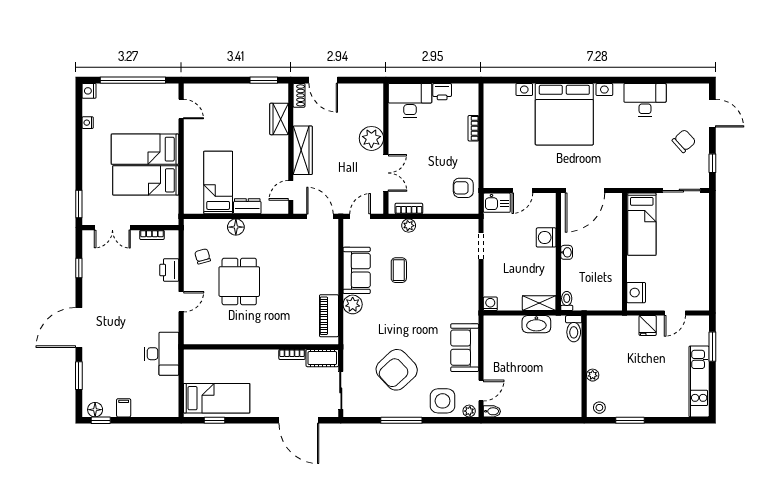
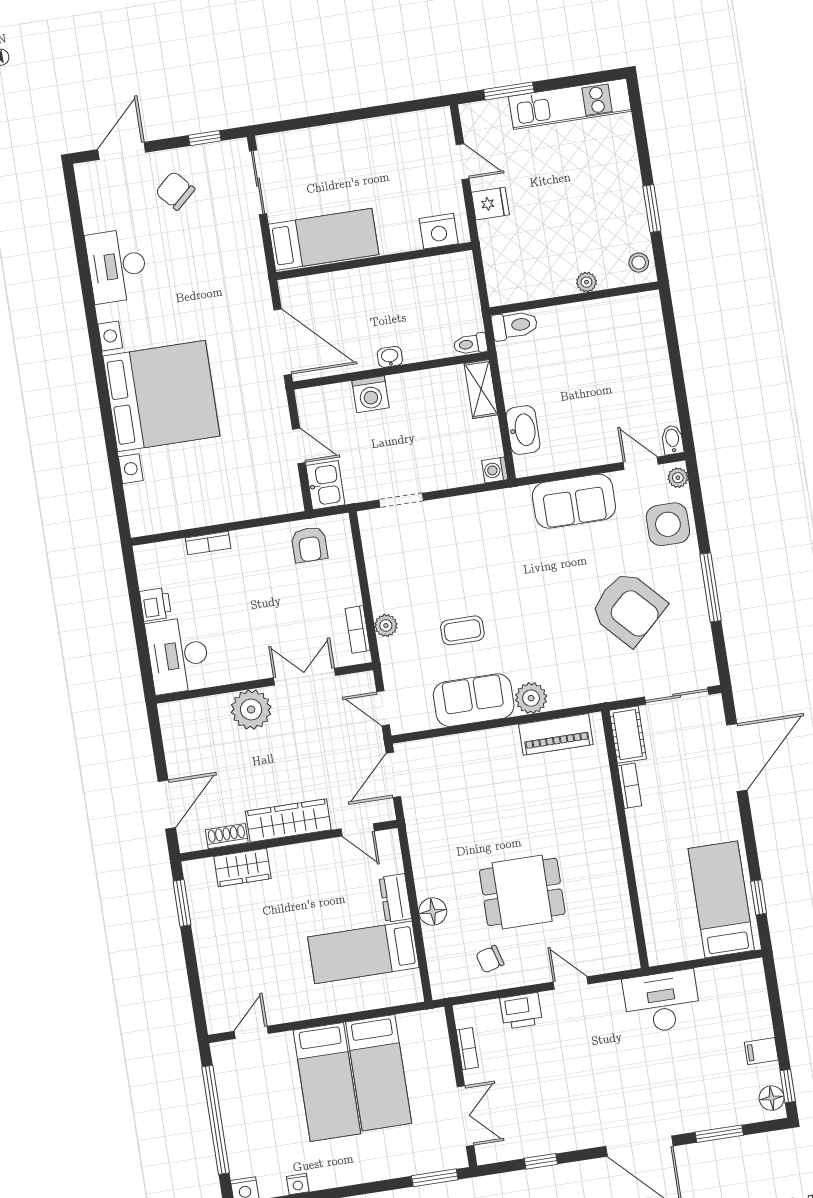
shoe rack: (299, 95) -> (227, 836), moved
washbasin: (536, 324) -> (523, 430), moved

